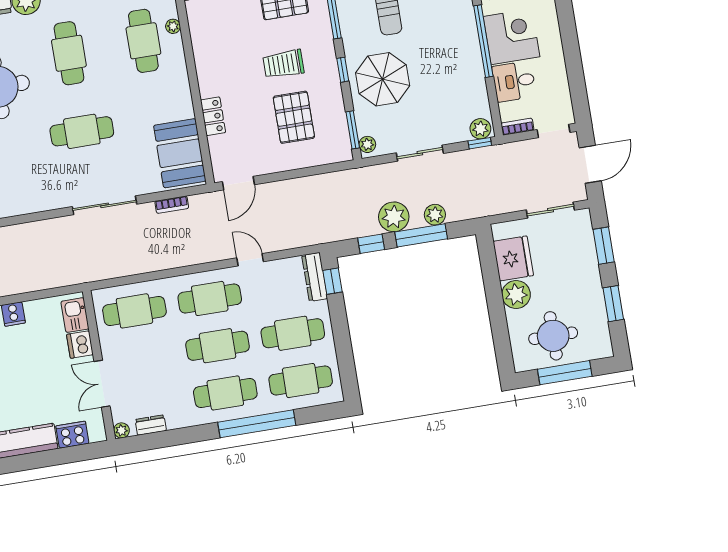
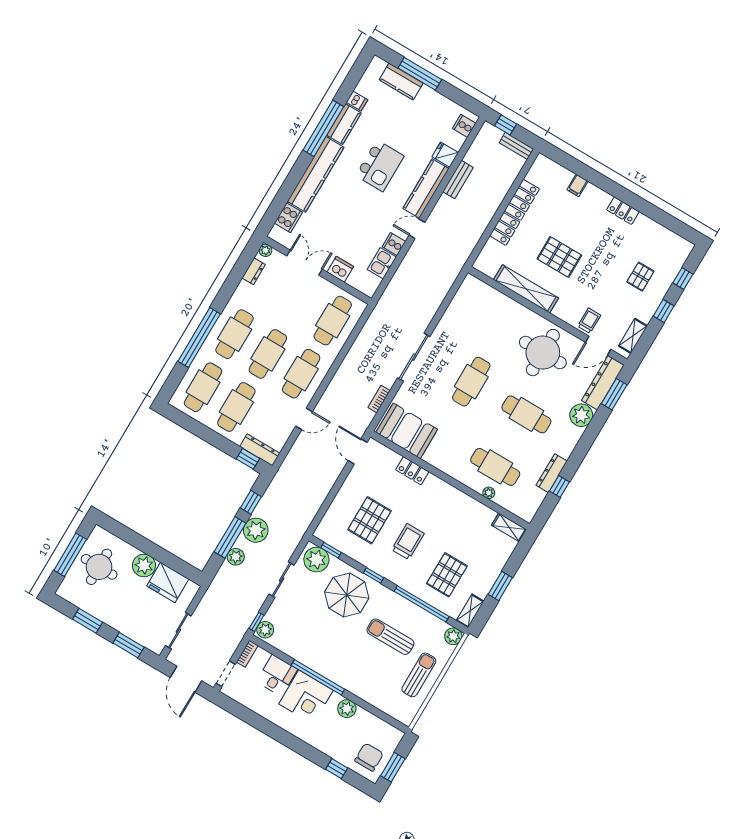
pallet: (294, 117) -> (370, 520), turned 90
window: (353, 130) -> (331, 550), width x0.67
plant: (367, 144) -> (316, 560), width x1.88, depth x1.88
kitchen sink: (75, 315) -> (382, 263), moved, turned -90

